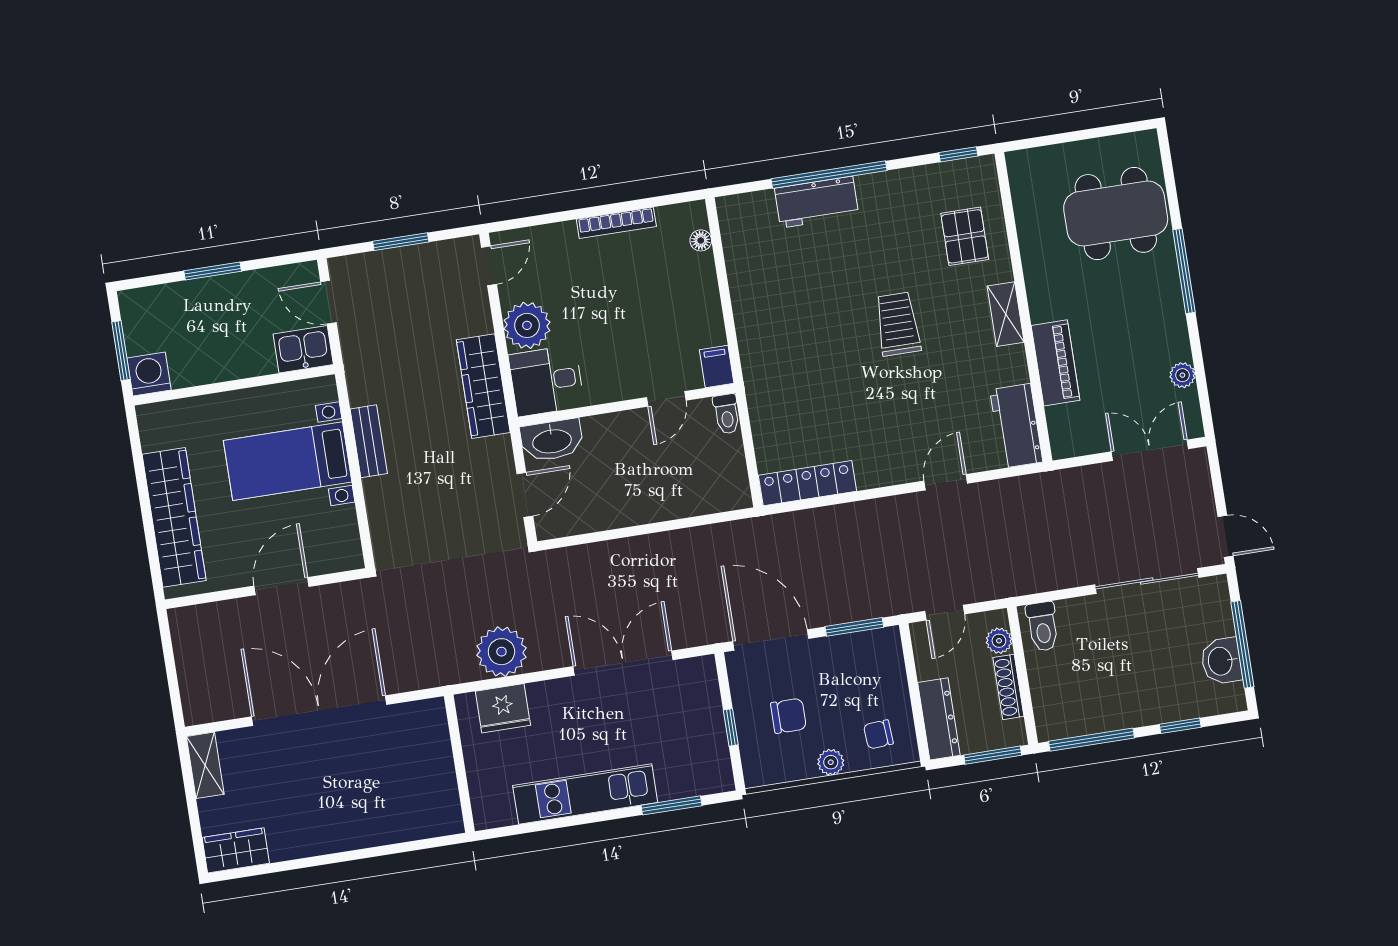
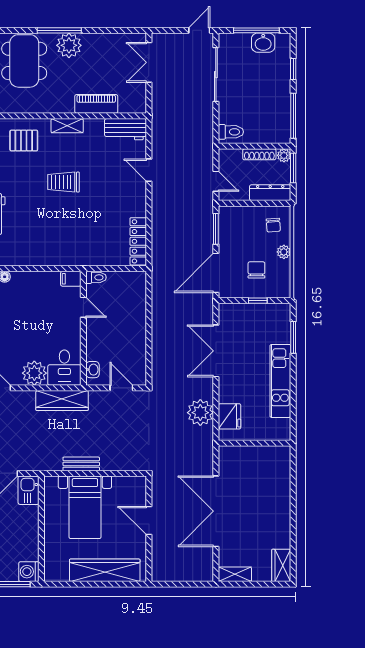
plant: (1182, 375) -> (69, 45), moved, width x1.88, depth x1.88
washbasin: (552, 440) -> (93, 370), width x0.52, depth x0.69
plant: (999, 641) -> (284, 155), moved

